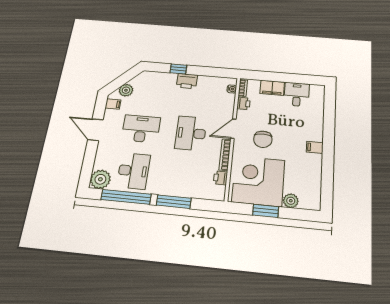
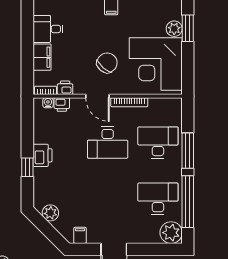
plant: (126, 90) -> (50, 213), moved
desk: (141, 129) -> (158, 143), moved, turned 90
chair: (263, 139) -> (107, 63), turned -49
printer: (220, 178) -> (62, 104), moved
window: (266, 211) -> (188, 28), moved

